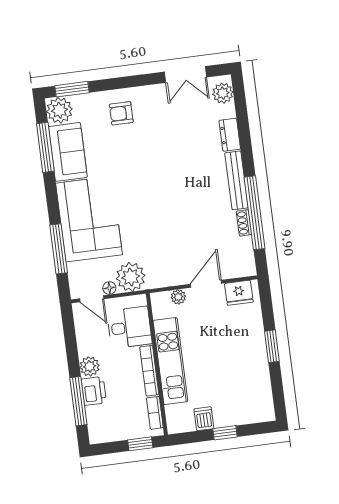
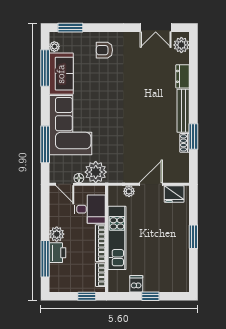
plant: (59, 110) -> (54, 47), width x0.53, depth x0.53
window: (255, 213) -> (193, 136), width x0.47

